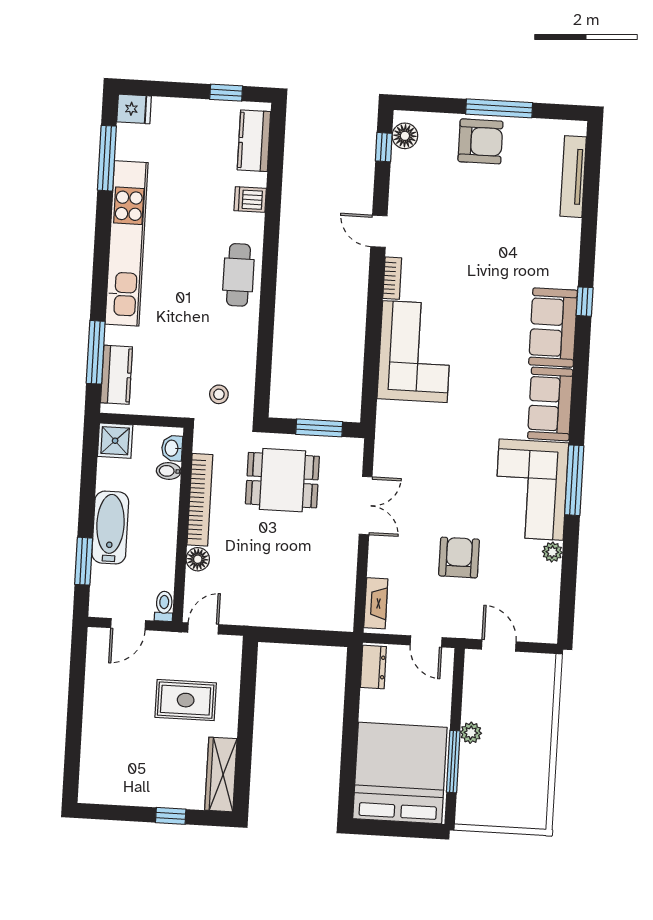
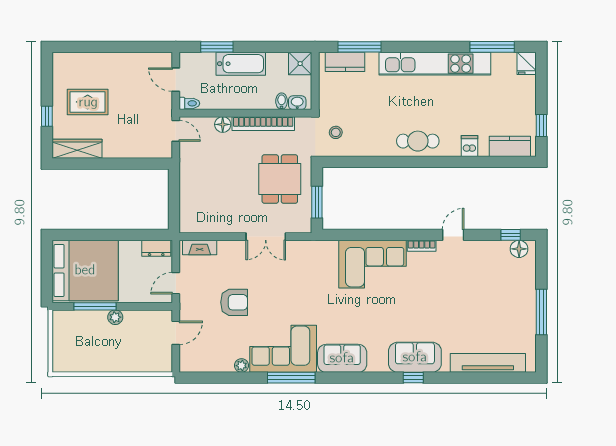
armchair: (480, 141) -> (518, 301), removed
tv unit: (573, 177) -> (488, 363), width x1.36, depth x1.29
sofa: (553, 328) -> (415, 357), moved
rug: (186, 700) -> (88, 102), moved, turned 90

